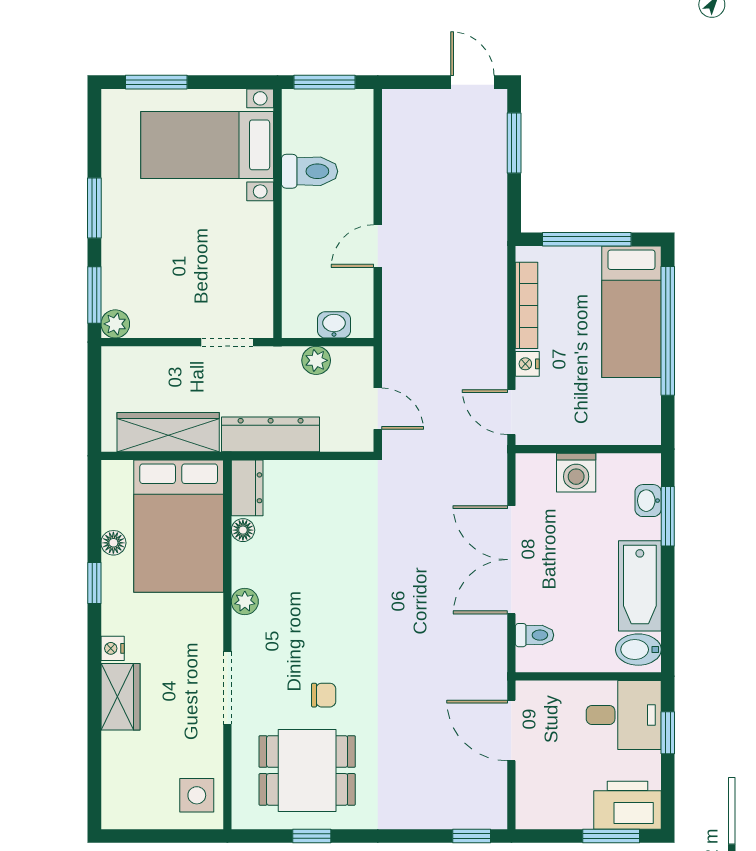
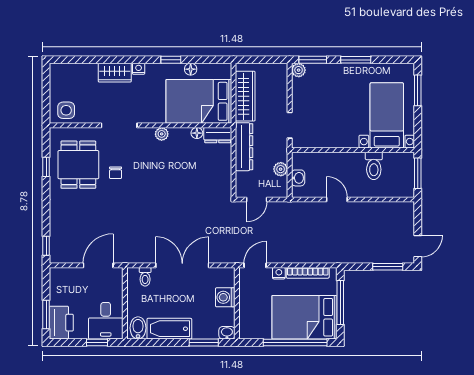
bed: (631, 312) -> (304, 317), width x1.50
washbasin: (648, 501) -> (227, 333), moved

